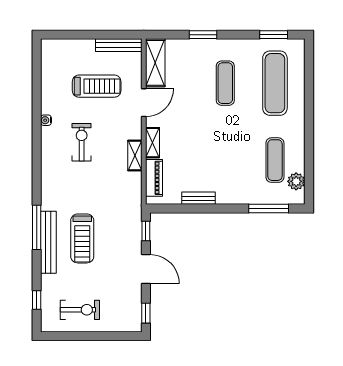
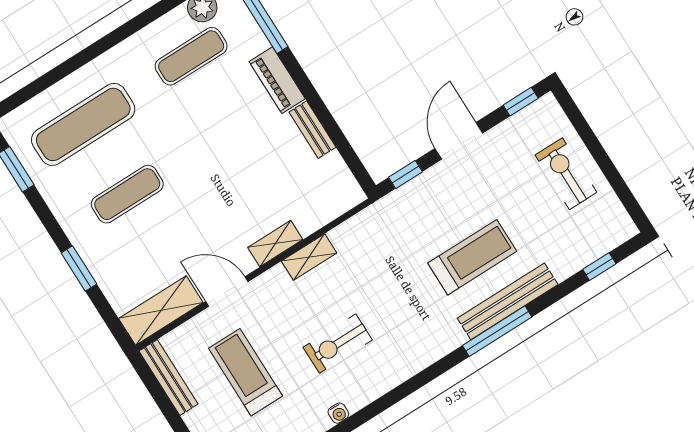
piano: (154, 178) -> (277, 80), moved, turned -90
exercise bike: (80, 310) -> (566, 174), moved

